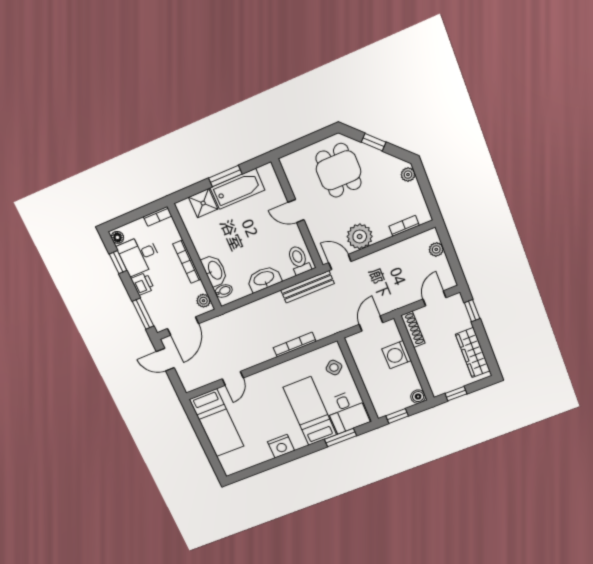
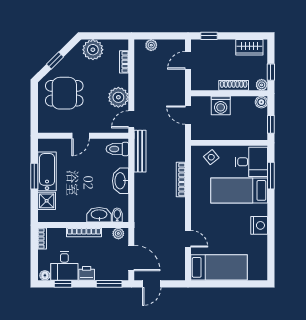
plant: (408, 175) -> (93, 50), width x1.87, depth x1.87
door: (434, 298) -> (188, 60), hinge flipped
shoe rack: (413, 329) -> (234, 85), moved
wardrobe: (473, 353) -> (249, 47), width x0.67
plant: (438, 389) -> (262, 85), added

